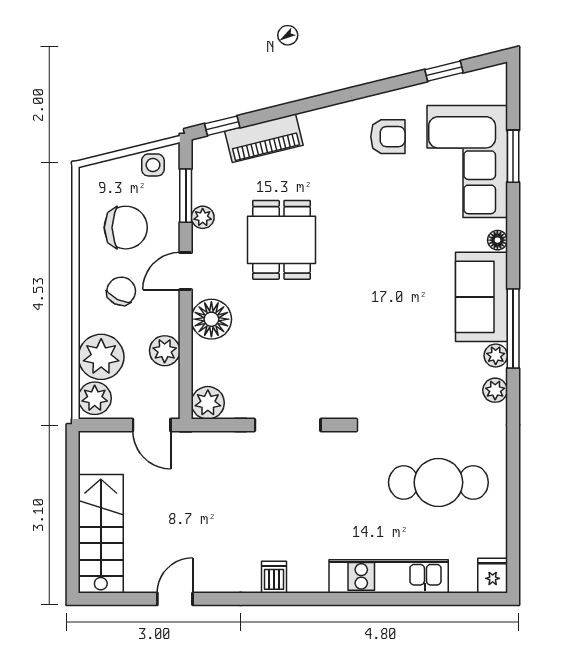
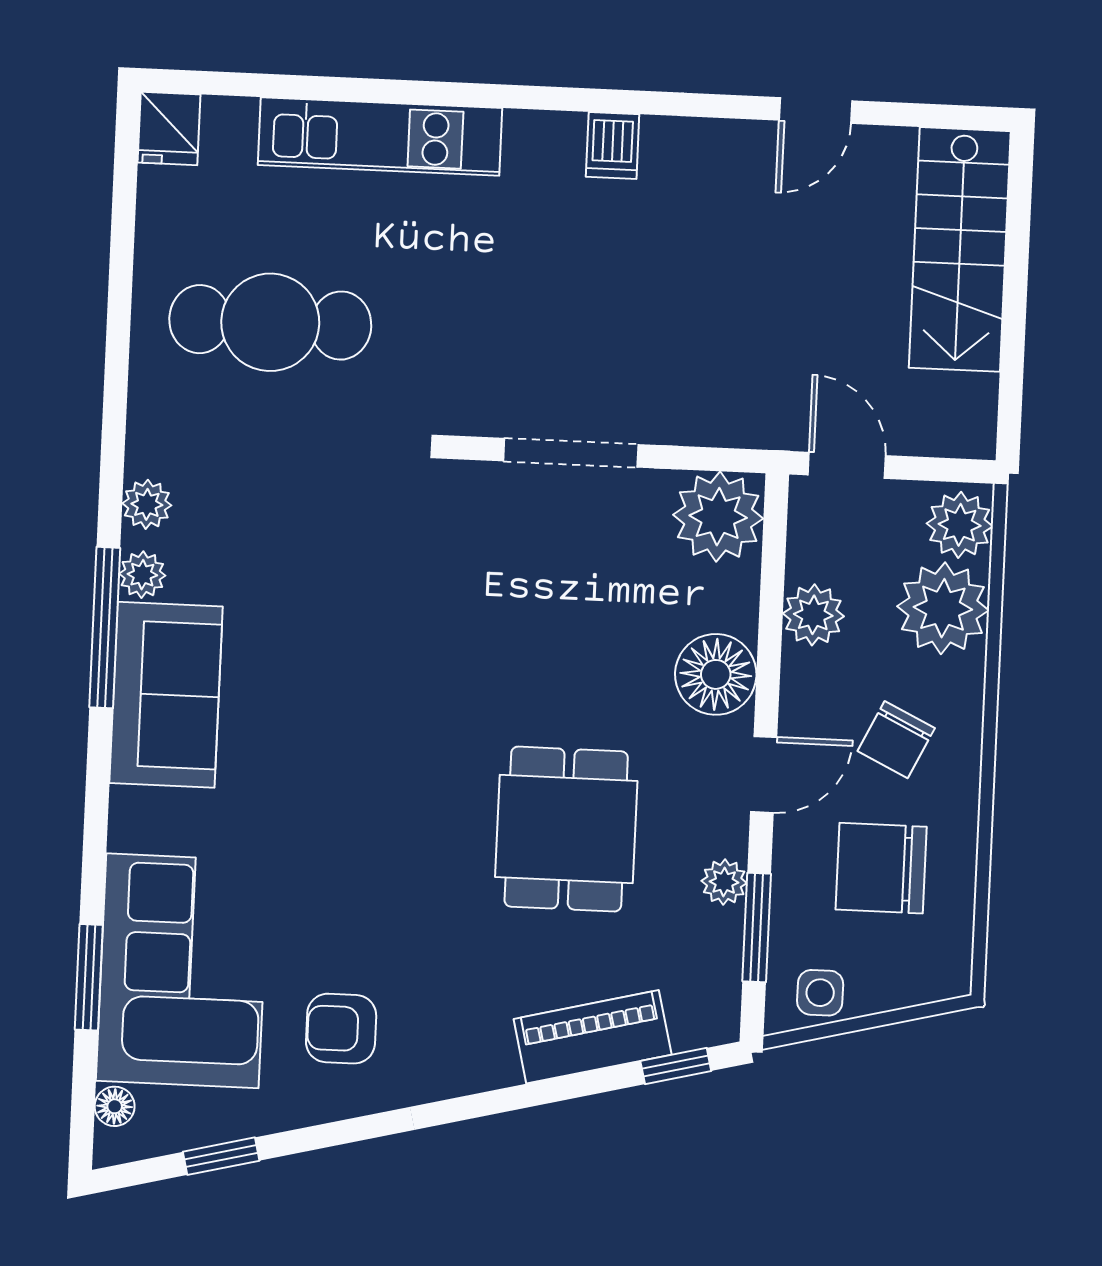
floor lamp: (497, 240) -> (115, 1106), moved
plant: (208, 403) -> (718, 517), width x1.36, depth x1.36

